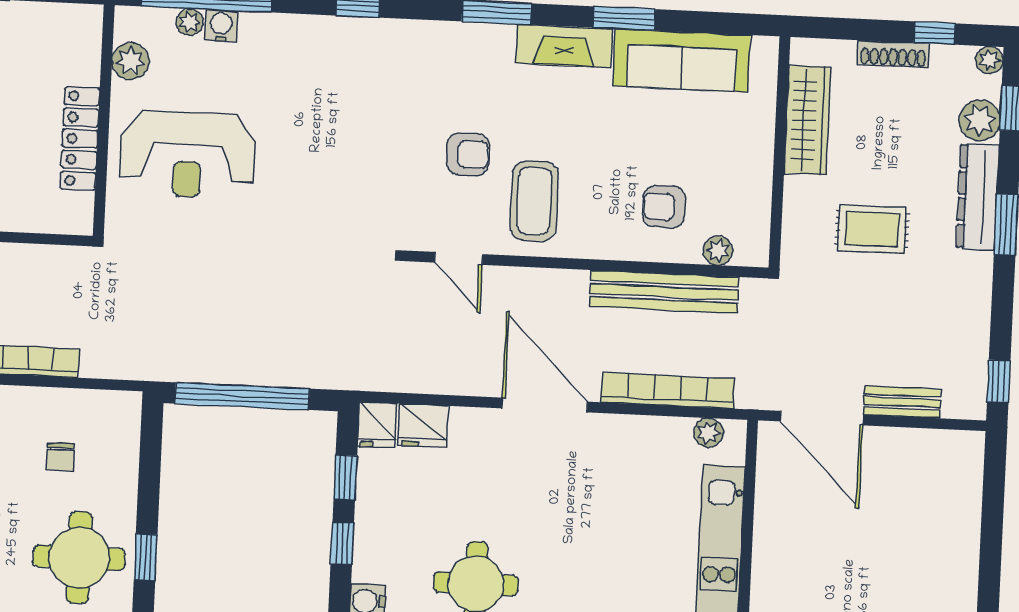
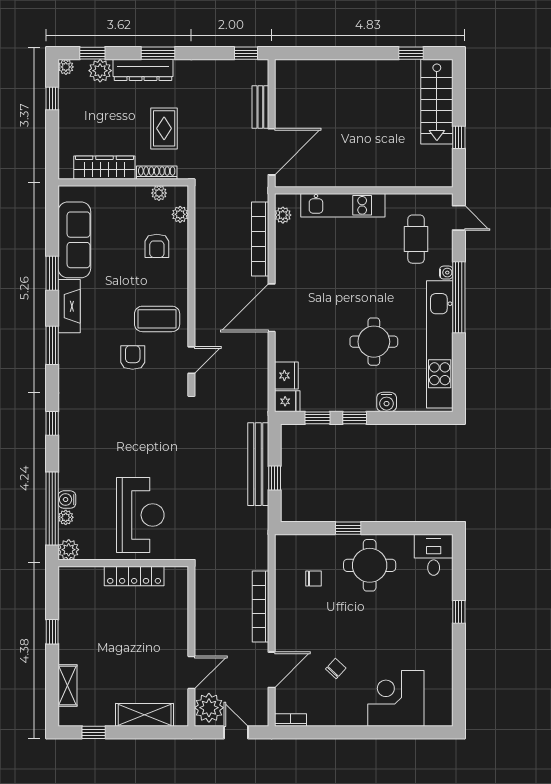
shoe rack: (893, 54) -> (157, 173), moved, turned -90
plant: (130, 61) -> (69, 550), moved
plant: (758, 215) -> (159, 193), added
bench: (664, 292) -> (258, 464), moved
window: (242, 396) -> (275, 478), width x0.32
window: (146, 557) -> (348, 528), moved

